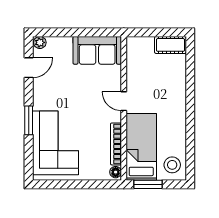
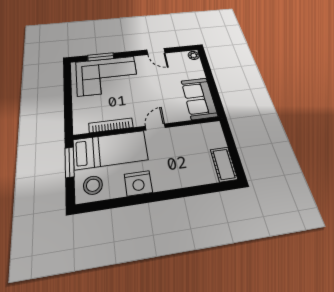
door: (29, 68) -> (156, 51), moved
window: (29, 120) -> (101, 57), moved
nightstand: (176, 125) -> (138, 183), added
floor lamp: (116, 172) -> (82, 129), removed

